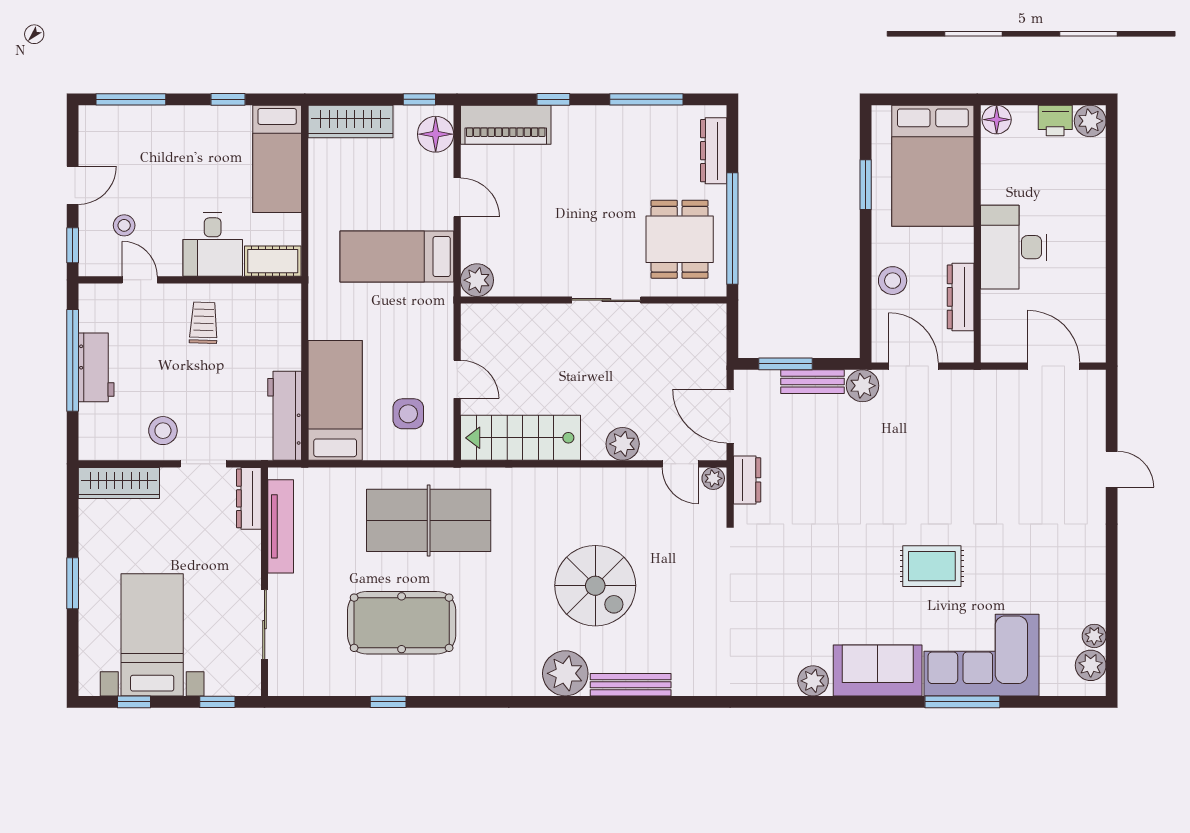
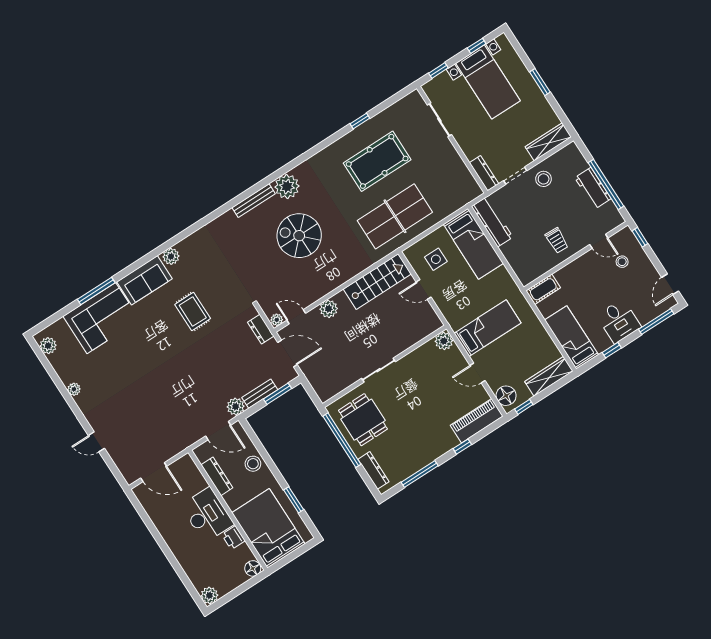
printer: (1055, 120) -> (233, 538), moved, turned -90
door: (73, 185) -> (670, 284), moved
desk: (213, 245) -> (619, 321), moved, turned 180
tv unit: (281, 526) -> (461, 170), removed
rug: (932, 566) -> (193, 312), moved, turned 90
plant: (1094, 636) -> (74, 389), moved

